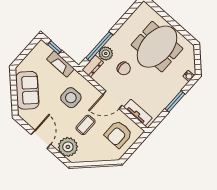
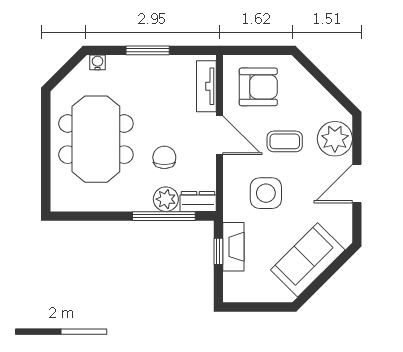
window: (55, 47) -> (218, 251), moved
meeting table: (157, 47) -> (96, 139), turned 90

